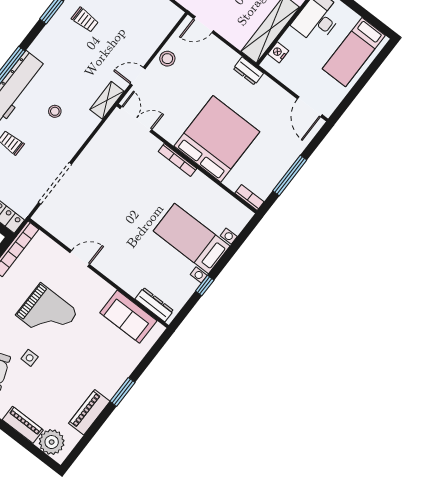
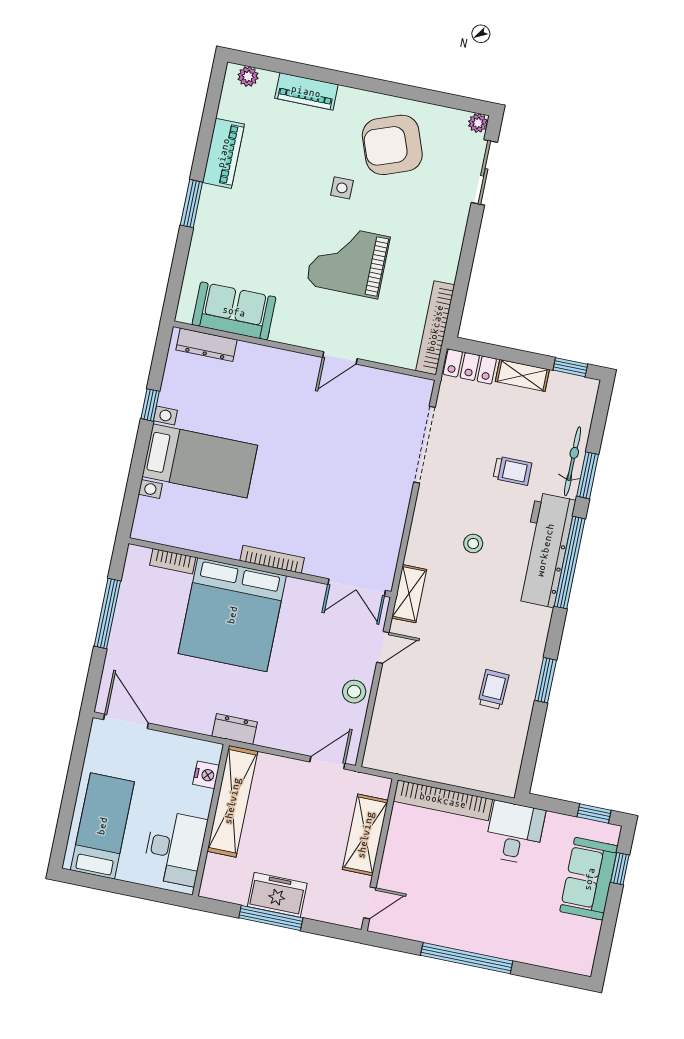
trolley: (85, 20) -> (493, 689), turned 92
bookcase: (249, 198) -> (173, 561), moved
plant: (52, 442) -> (248, 76), width x0.53, depth x0.53

